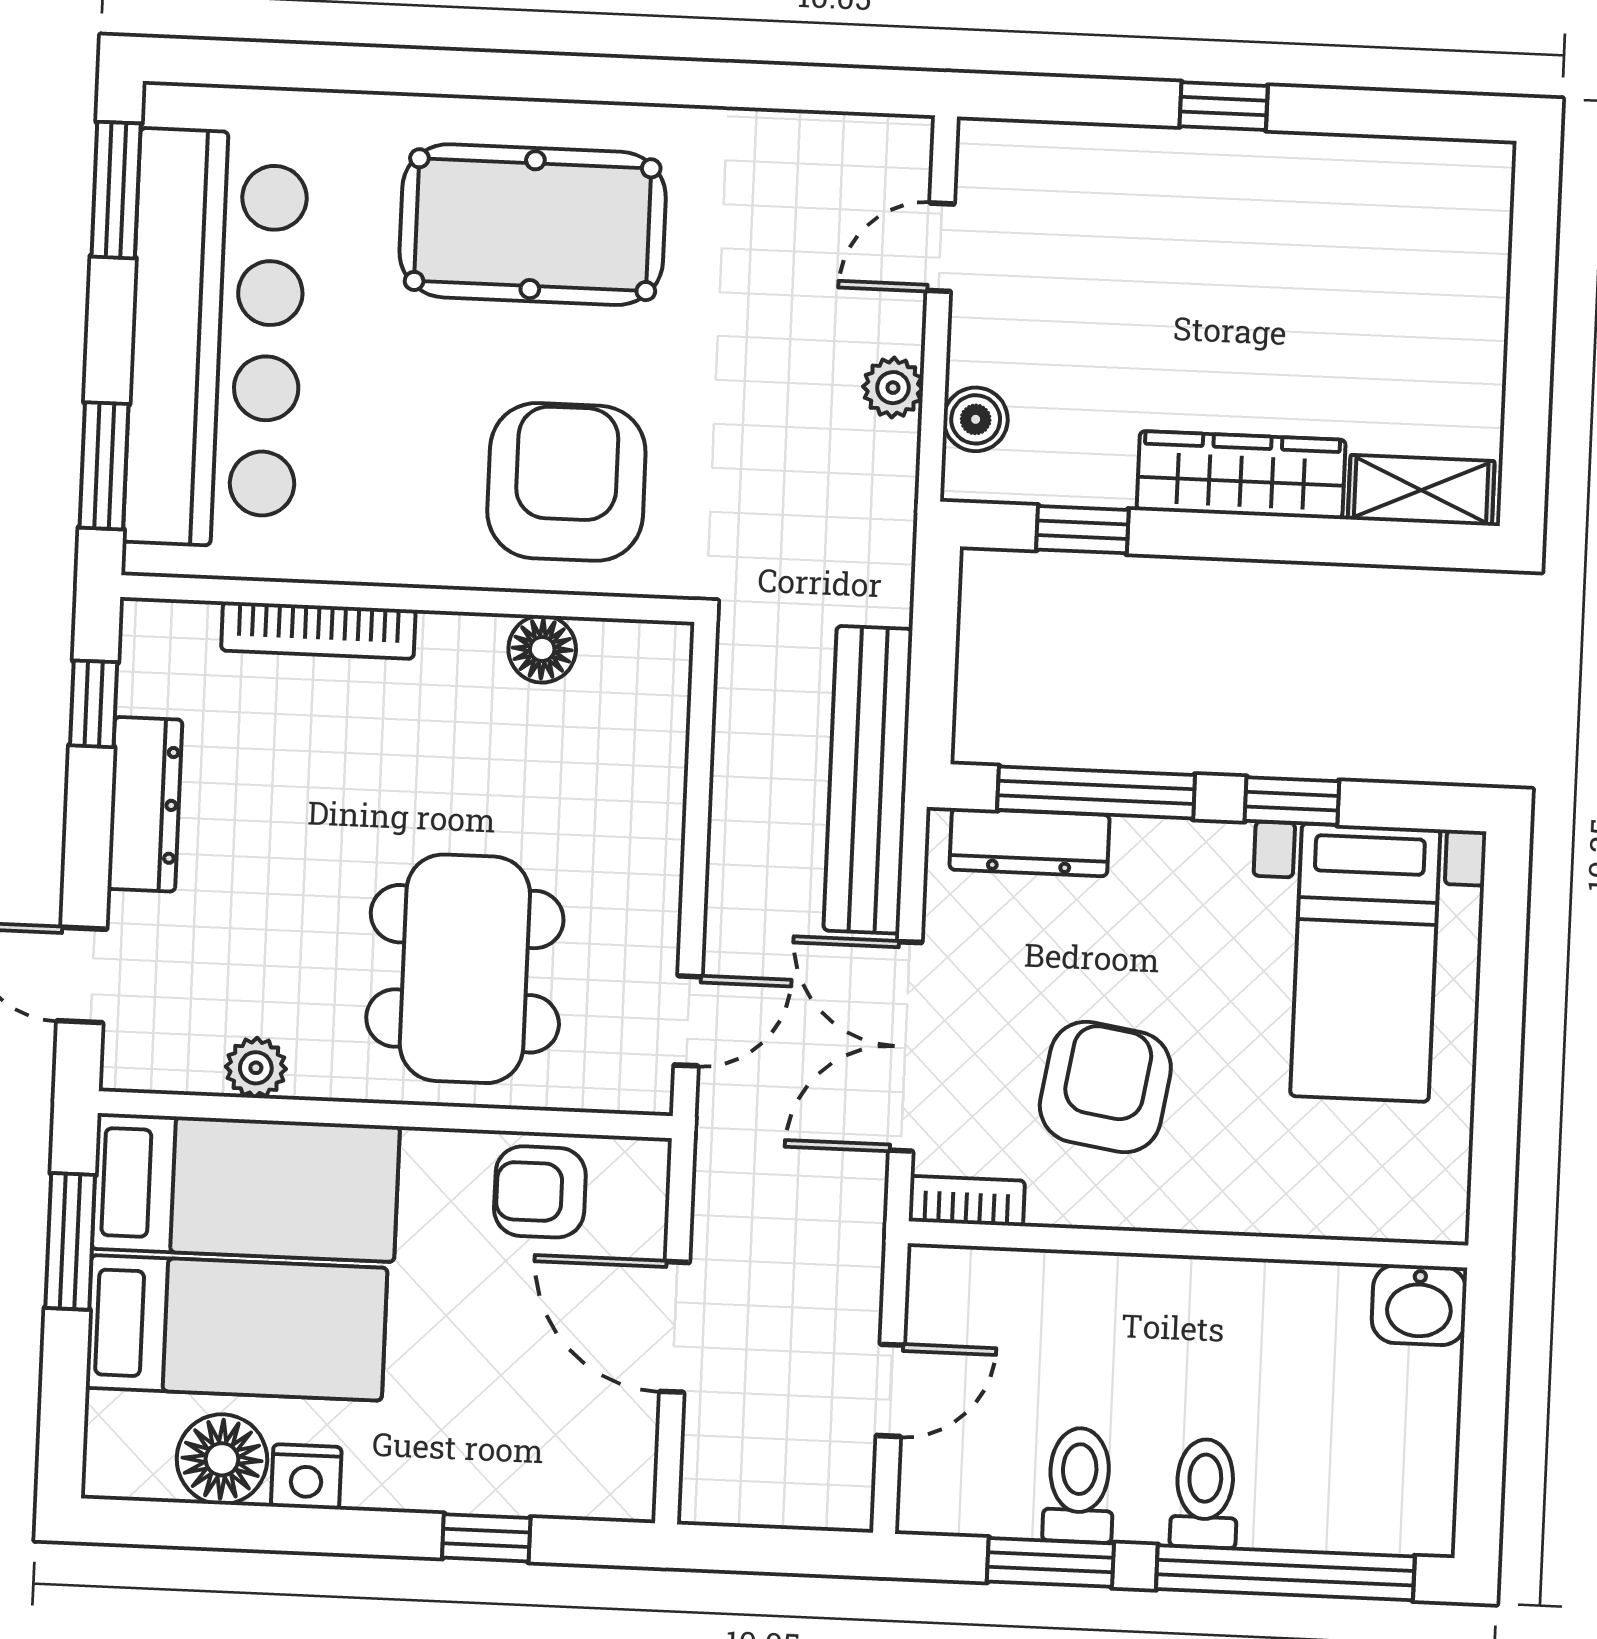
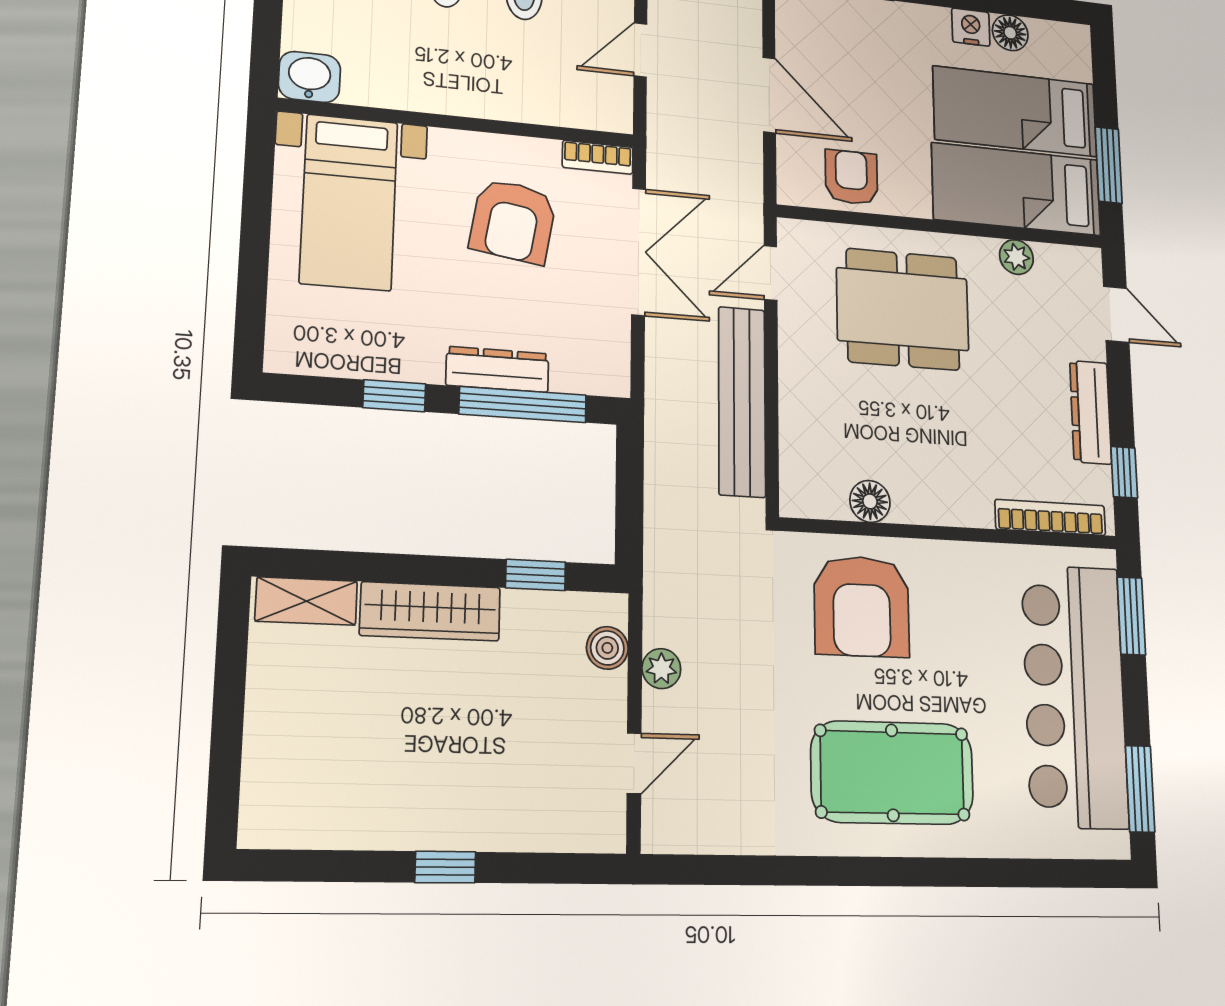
bookcase: (318, 630) -> (1050, 517), moved
bench: (868, 780) -> (742, 401), moved
dresser: (1030, 842) -> (497, 369), moved
bed with nightstands: (1365, 963) -> (349, 202), moved, turned 180
dining table: (465, 969) -> (903, 309), turned 90
armchair: (540, 1192) -> (851, 177), turned -90
floor lamp: (222, 1459) -> (1010, 33), width x0.73, depth x0.73

